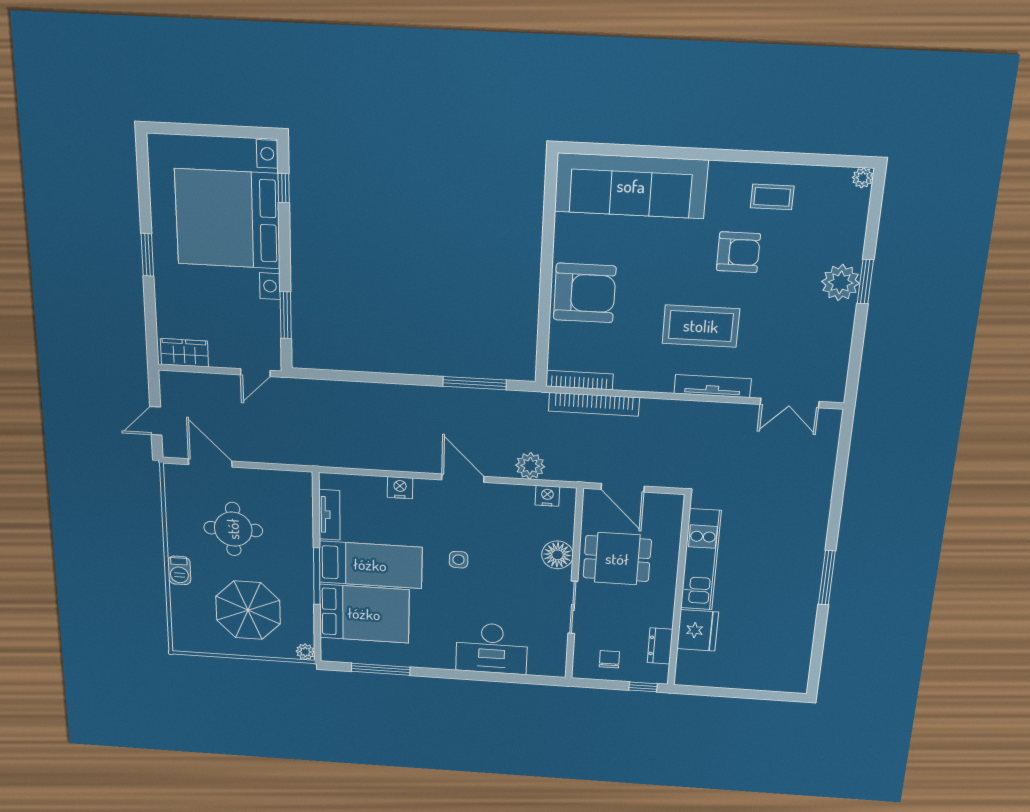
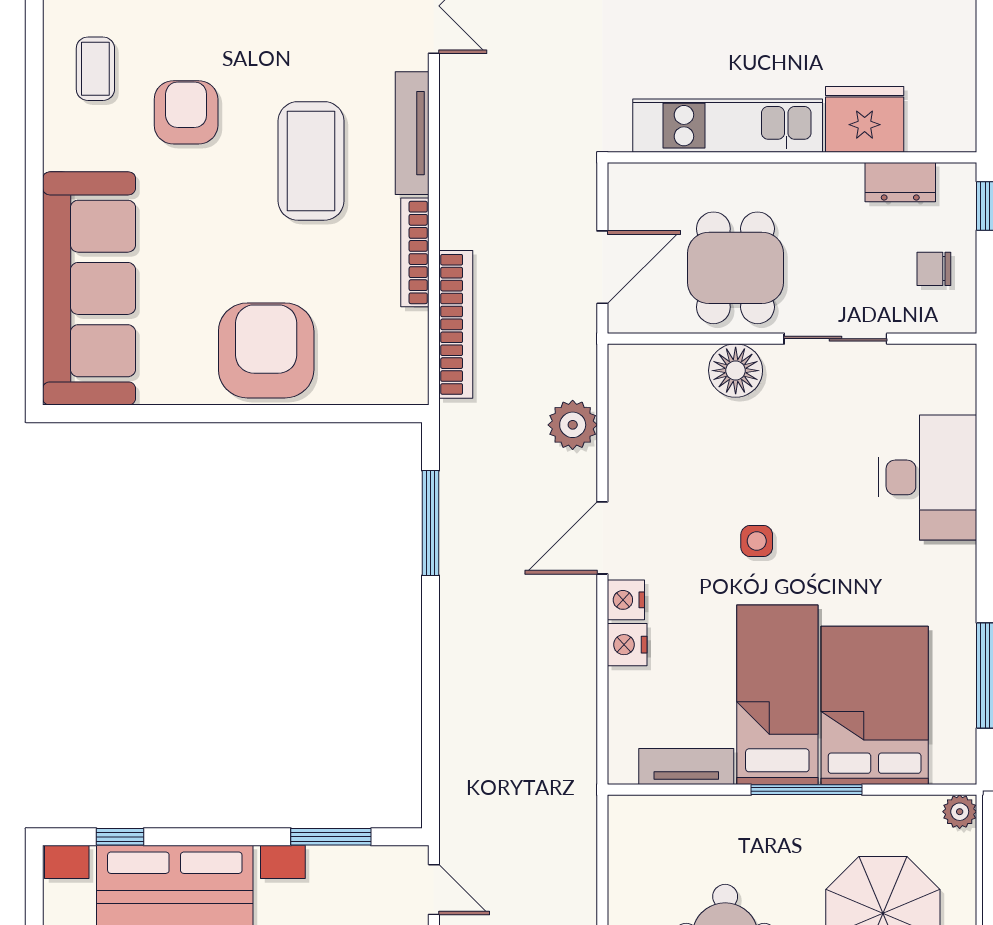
bookcase: (579, 380) -> (415, 252), moved
nightstand: (547, 496) -> (626, 600), moved

